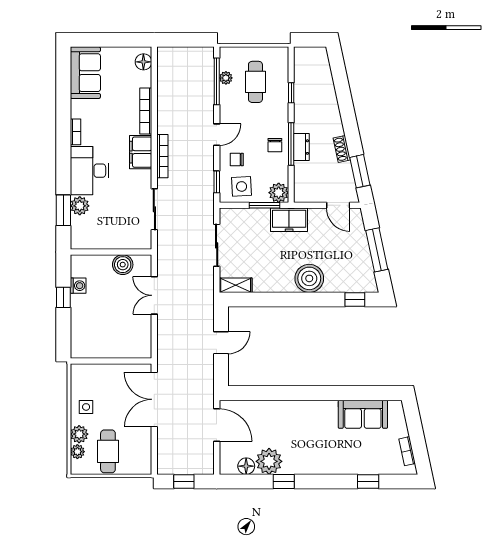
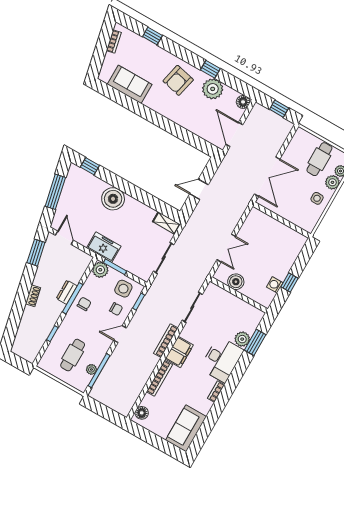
shoe rack: (342, 149) -> (33, 296), moved
armchair: (312, 449) -> (178, 80), added
floor lamp: (246, 466) -> (243, 102), moved

